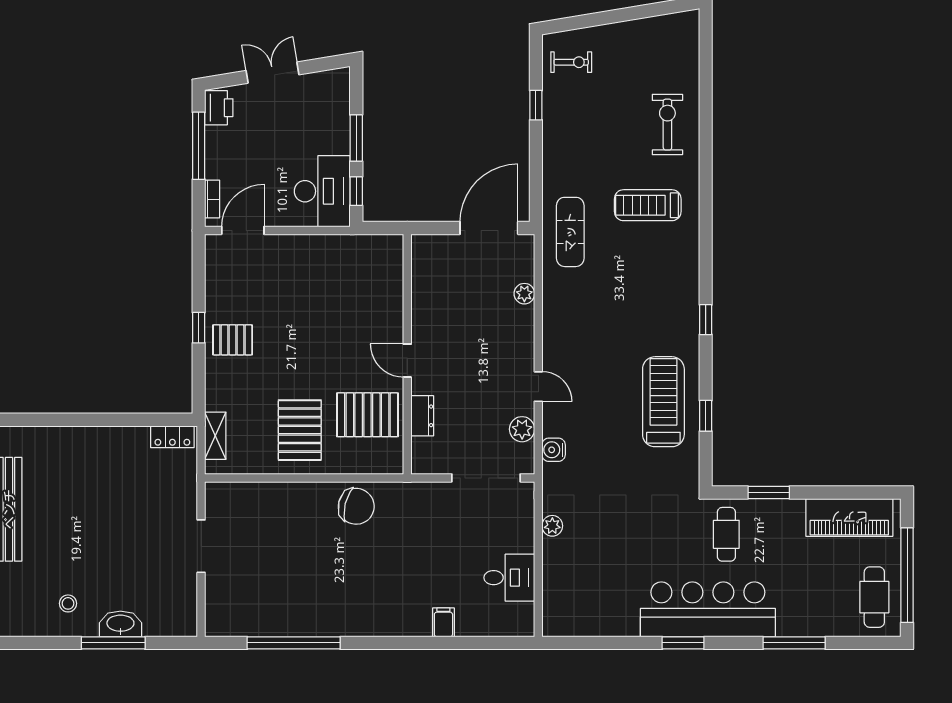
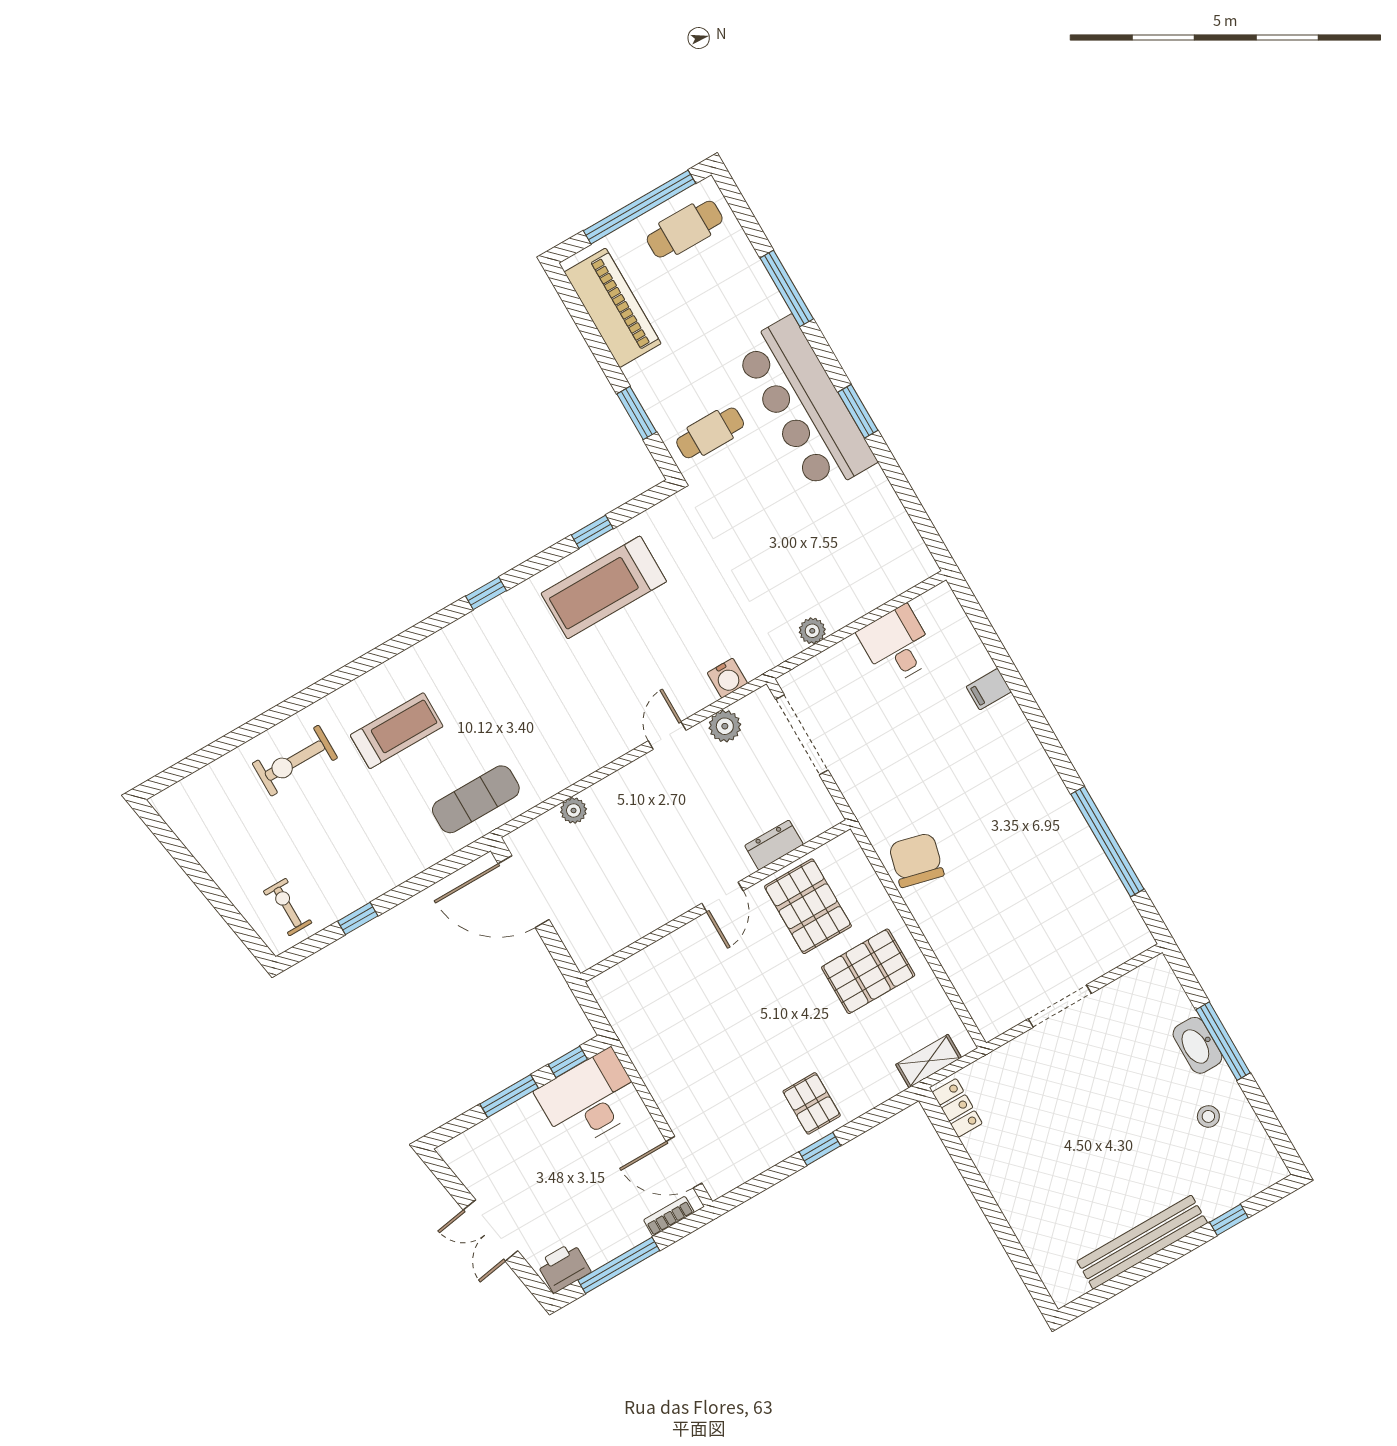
treadmill: (648, 205) -> (397, 731), turned -90

